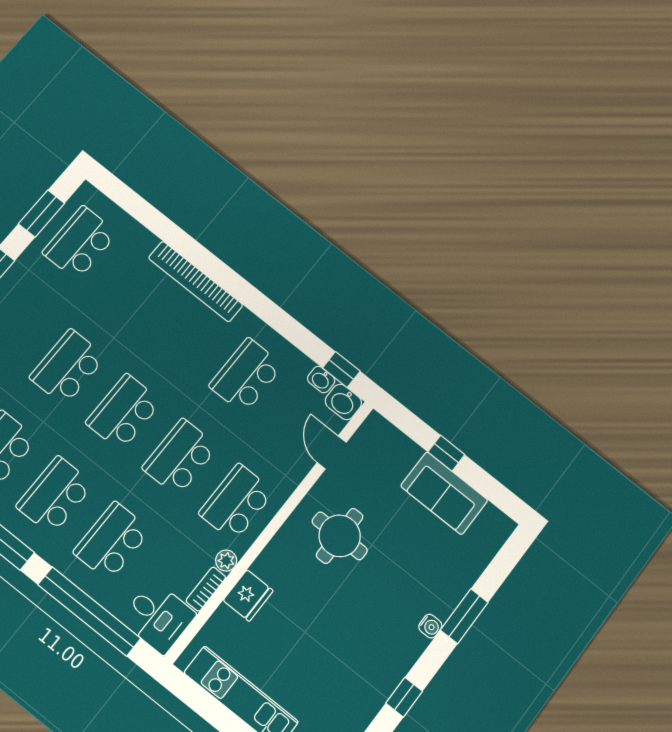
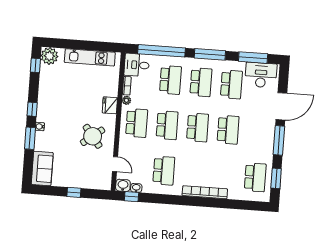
sofa: (444, 493) -> (42, 169), moved, turned 90
round table: (340, 536) -> (93, 136), turned -38
fridge: (248, 595) -> (110, 105), moved
window: (404, 697) -> (32, 109), moved

